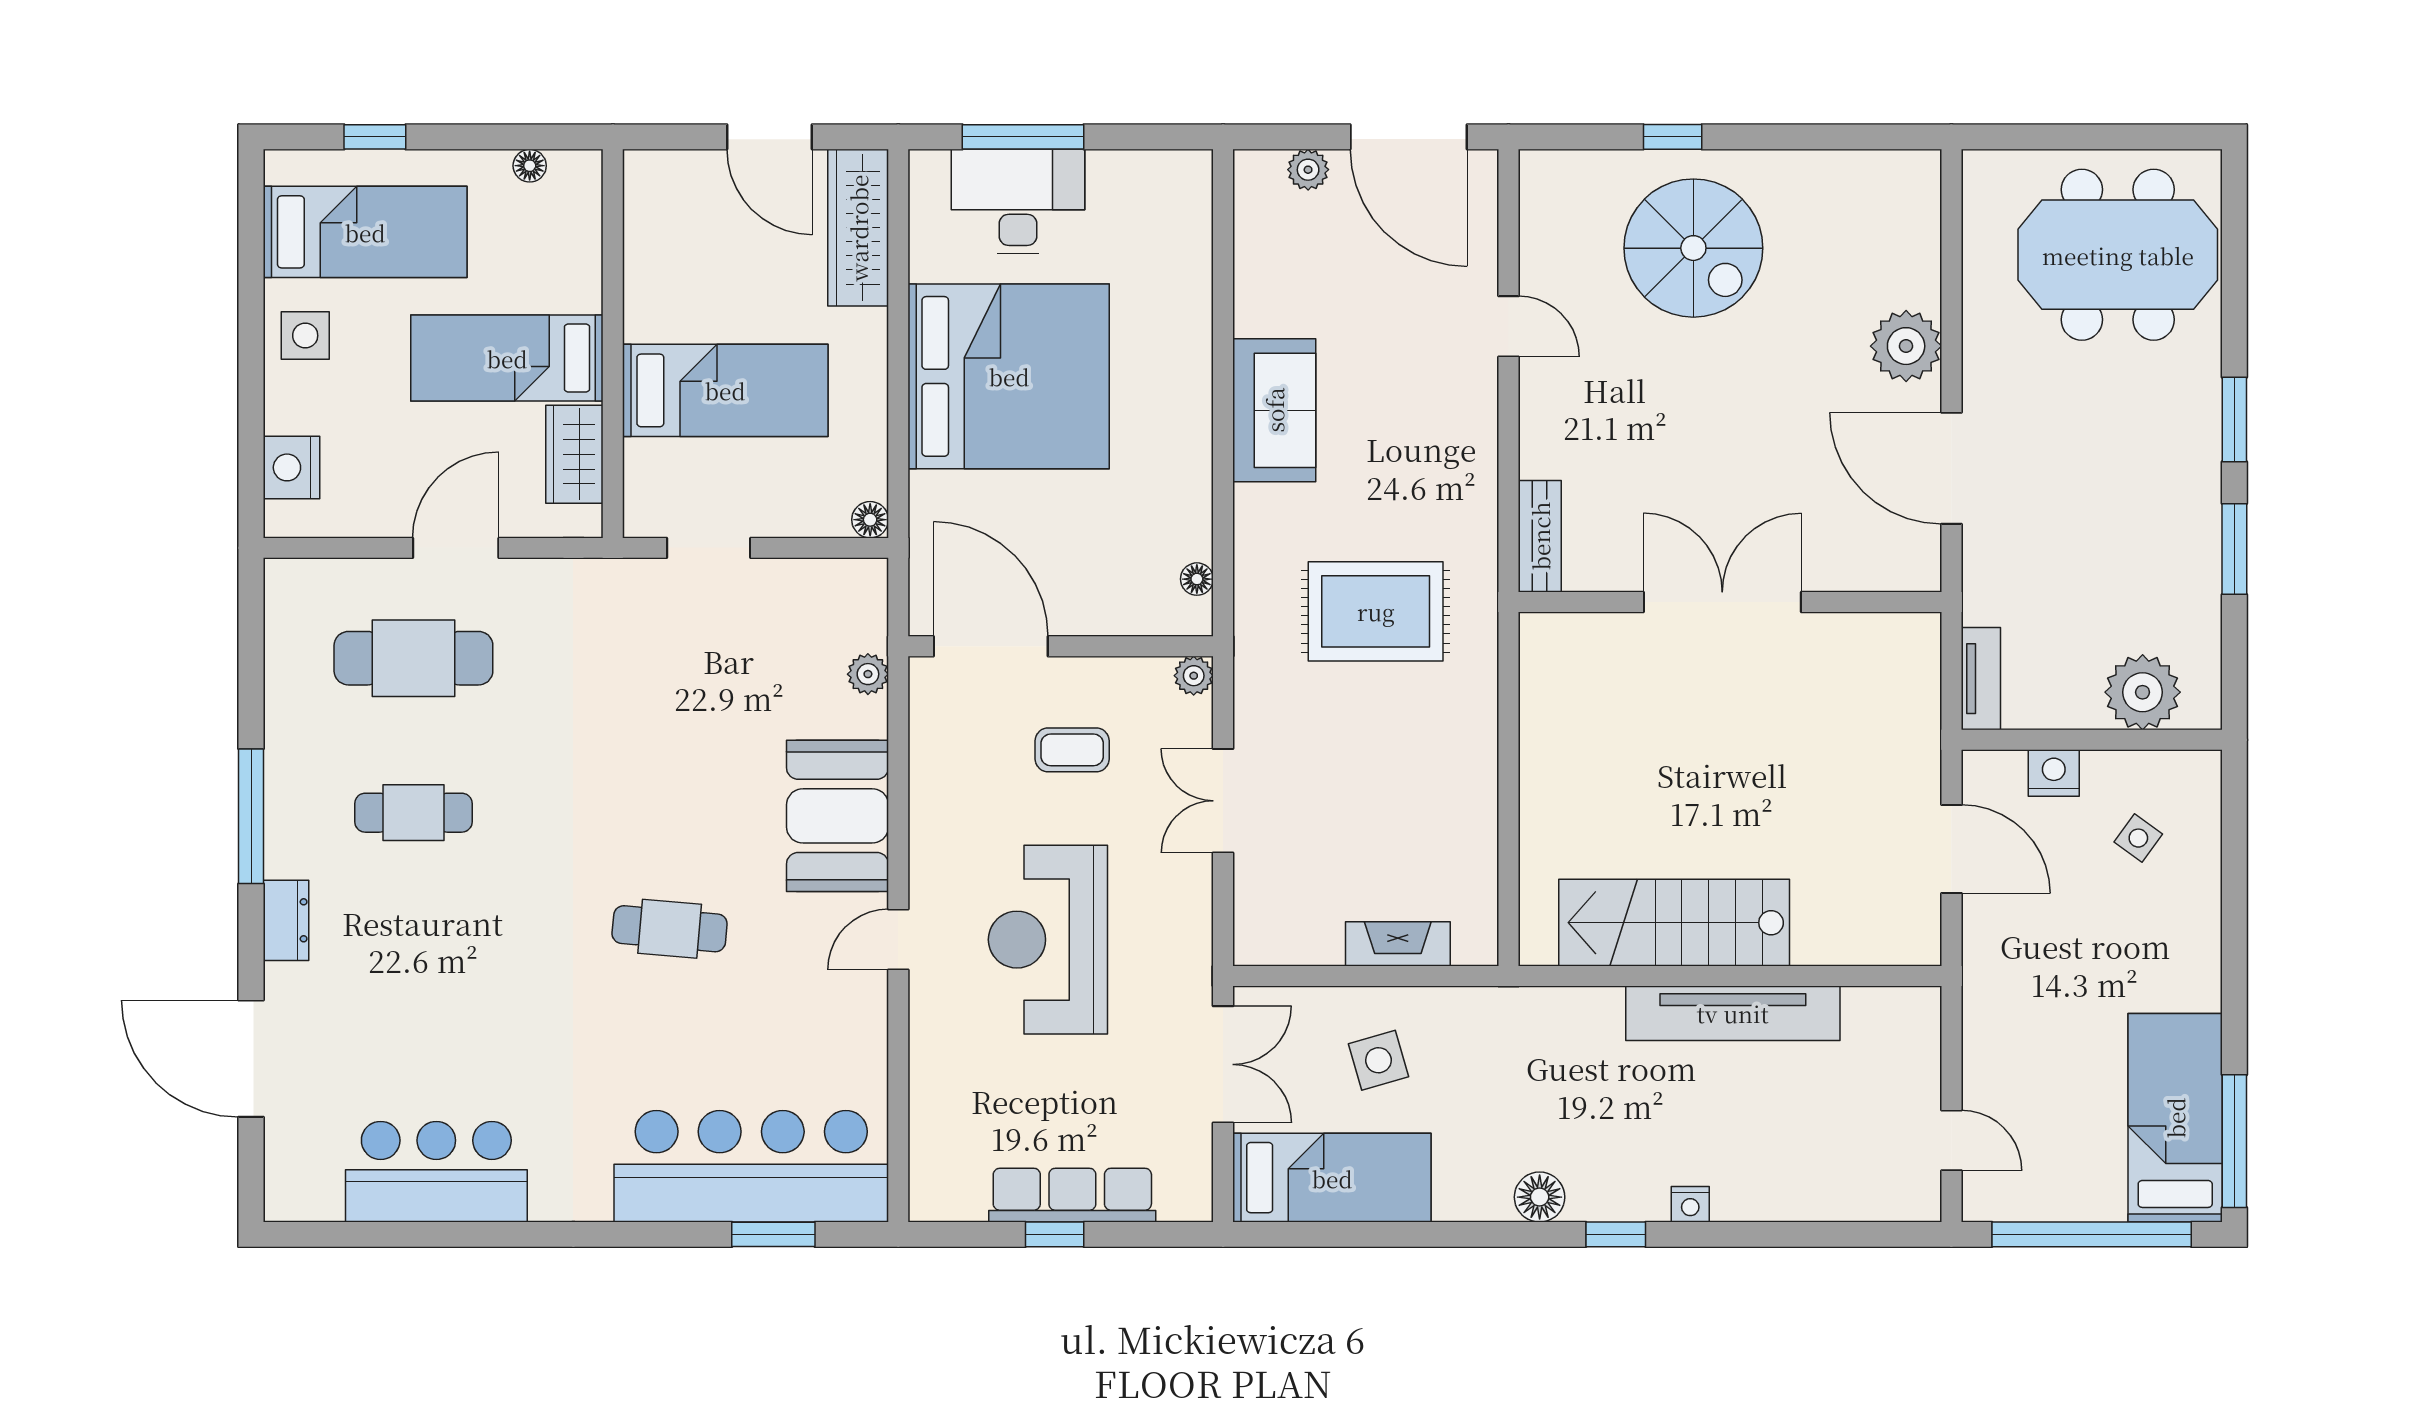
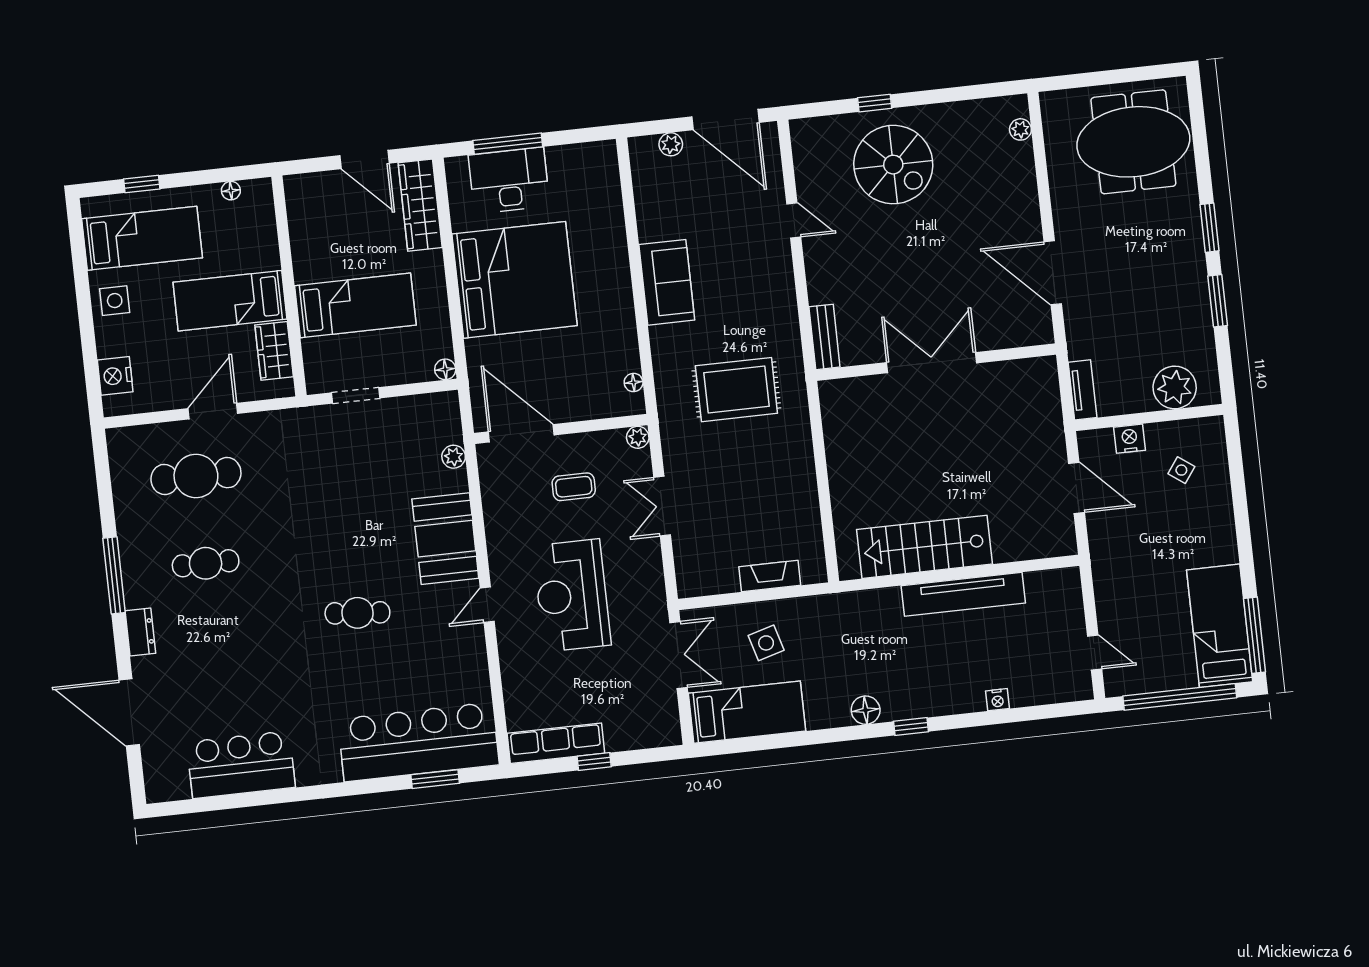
plant: (1906, 346) -> (1020, 129), moved, width x0.53, depth x0.53
row of seats: (1072, 1195) -> (556, 743), moved
nightstand: (1690, 1204) -> (997, 700), moved

